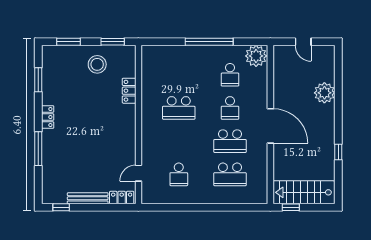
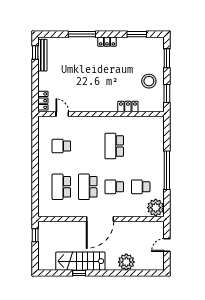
stairs: (304, 192) -> (80, 261), moved, turned -90
bench: (88, 198) -> (42, 55), moved

